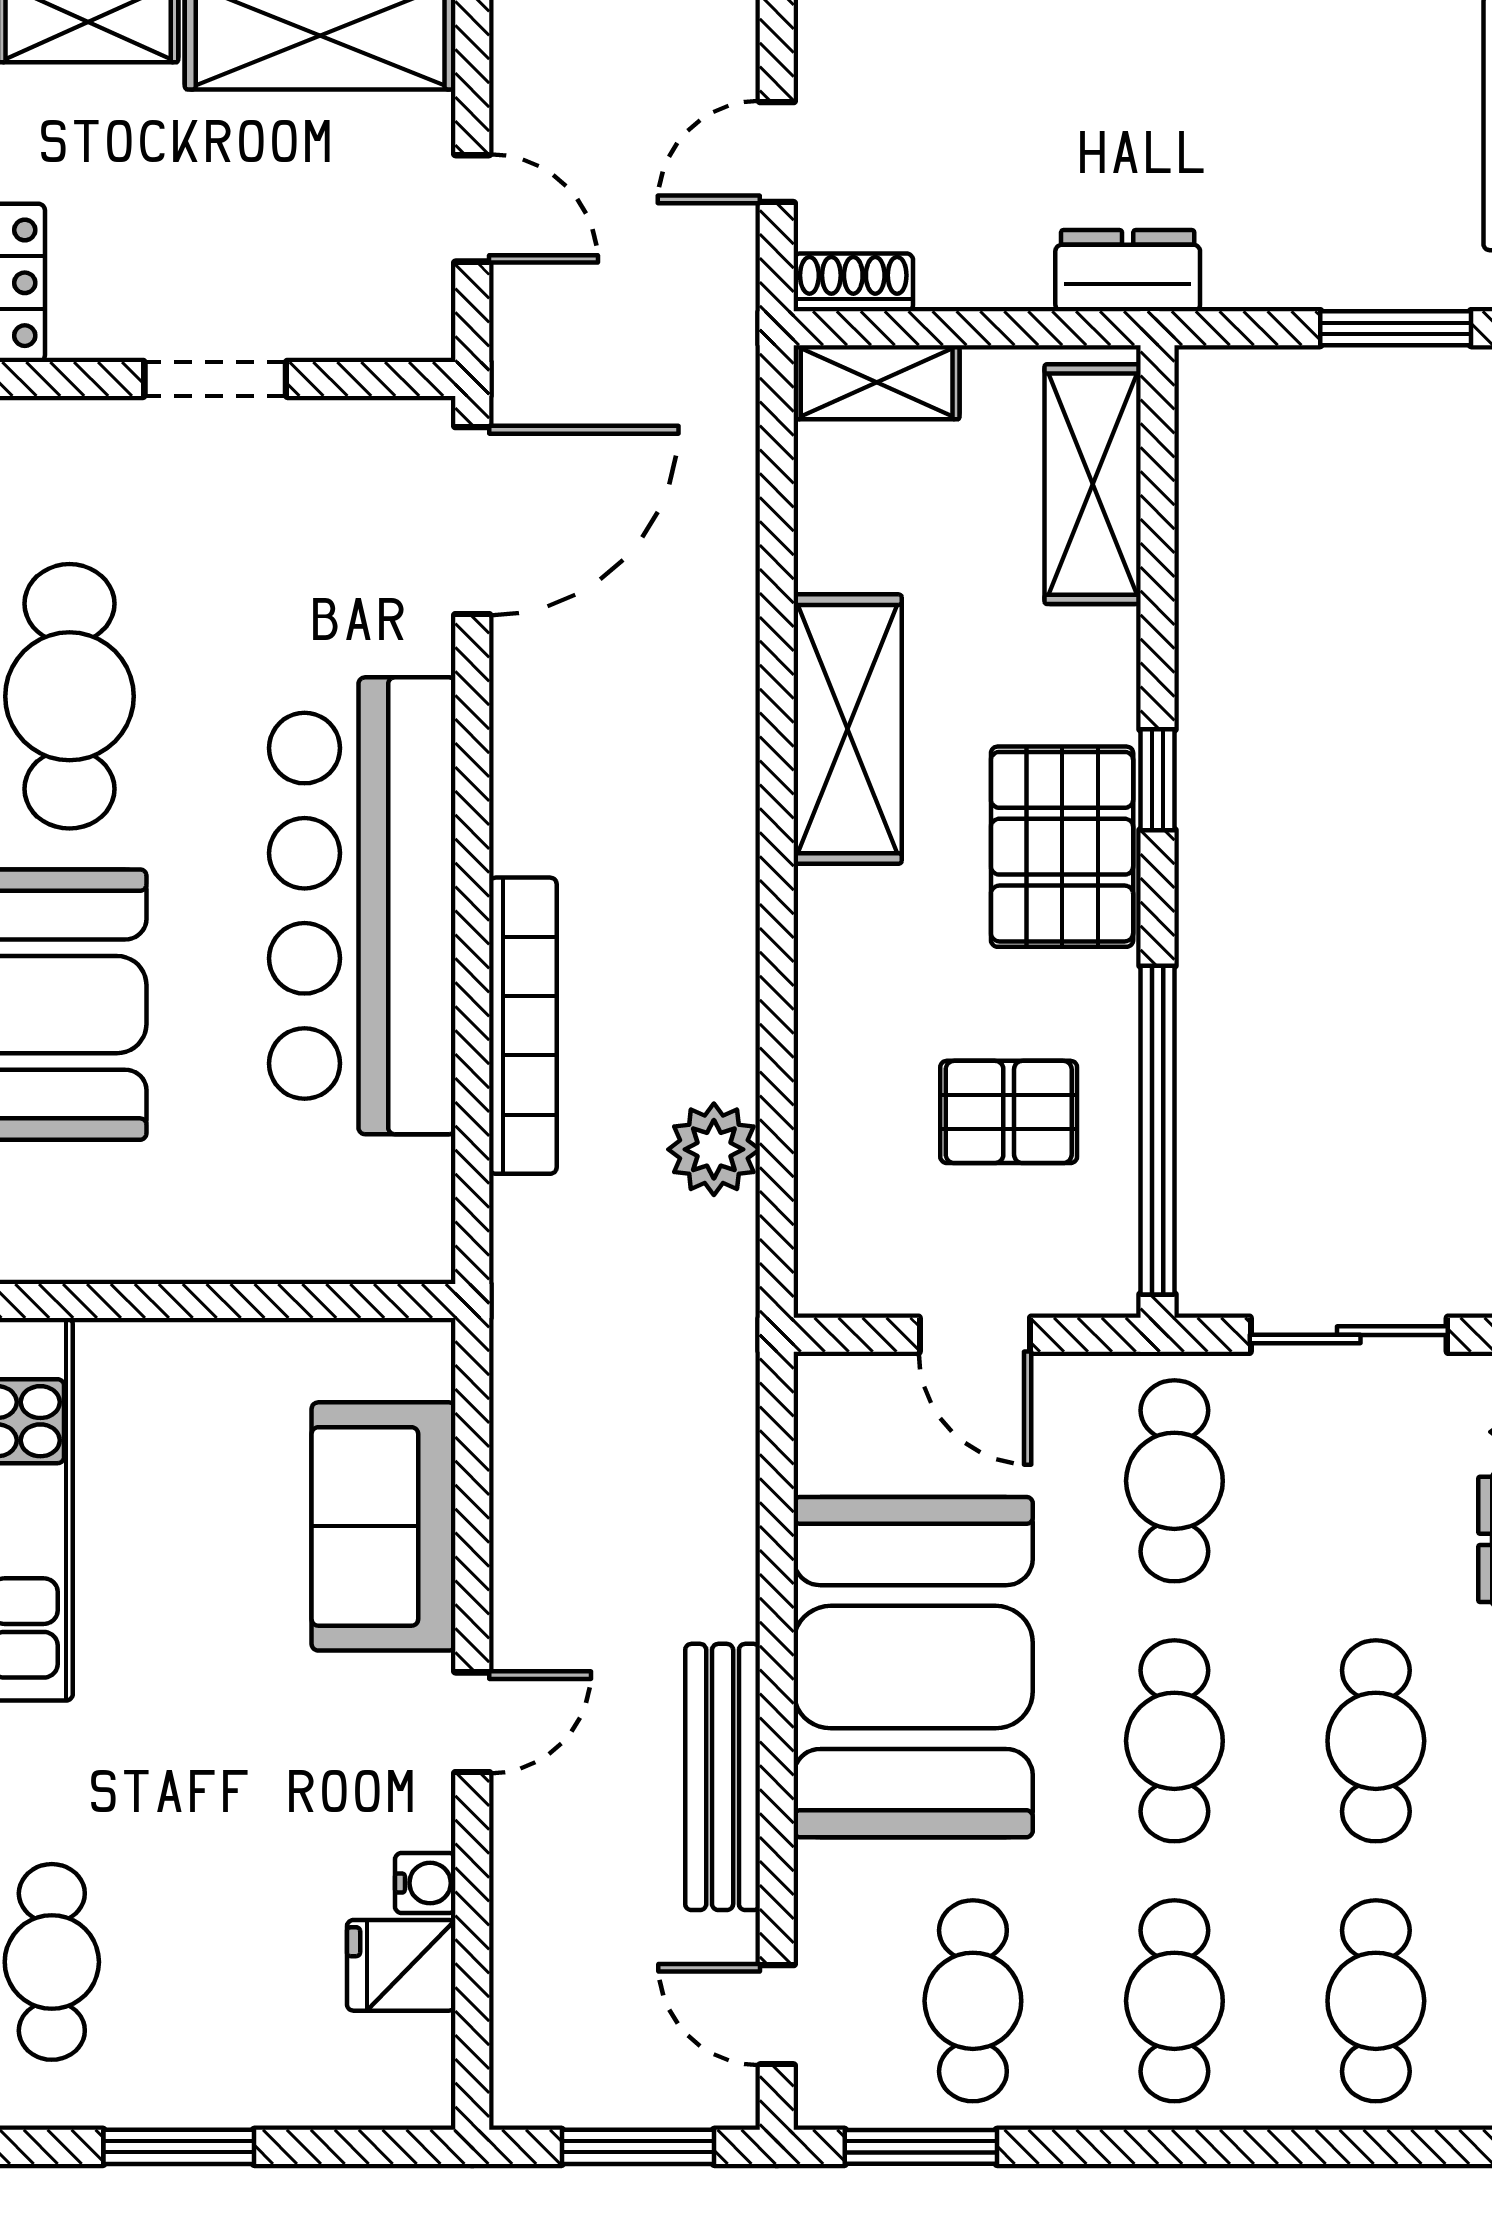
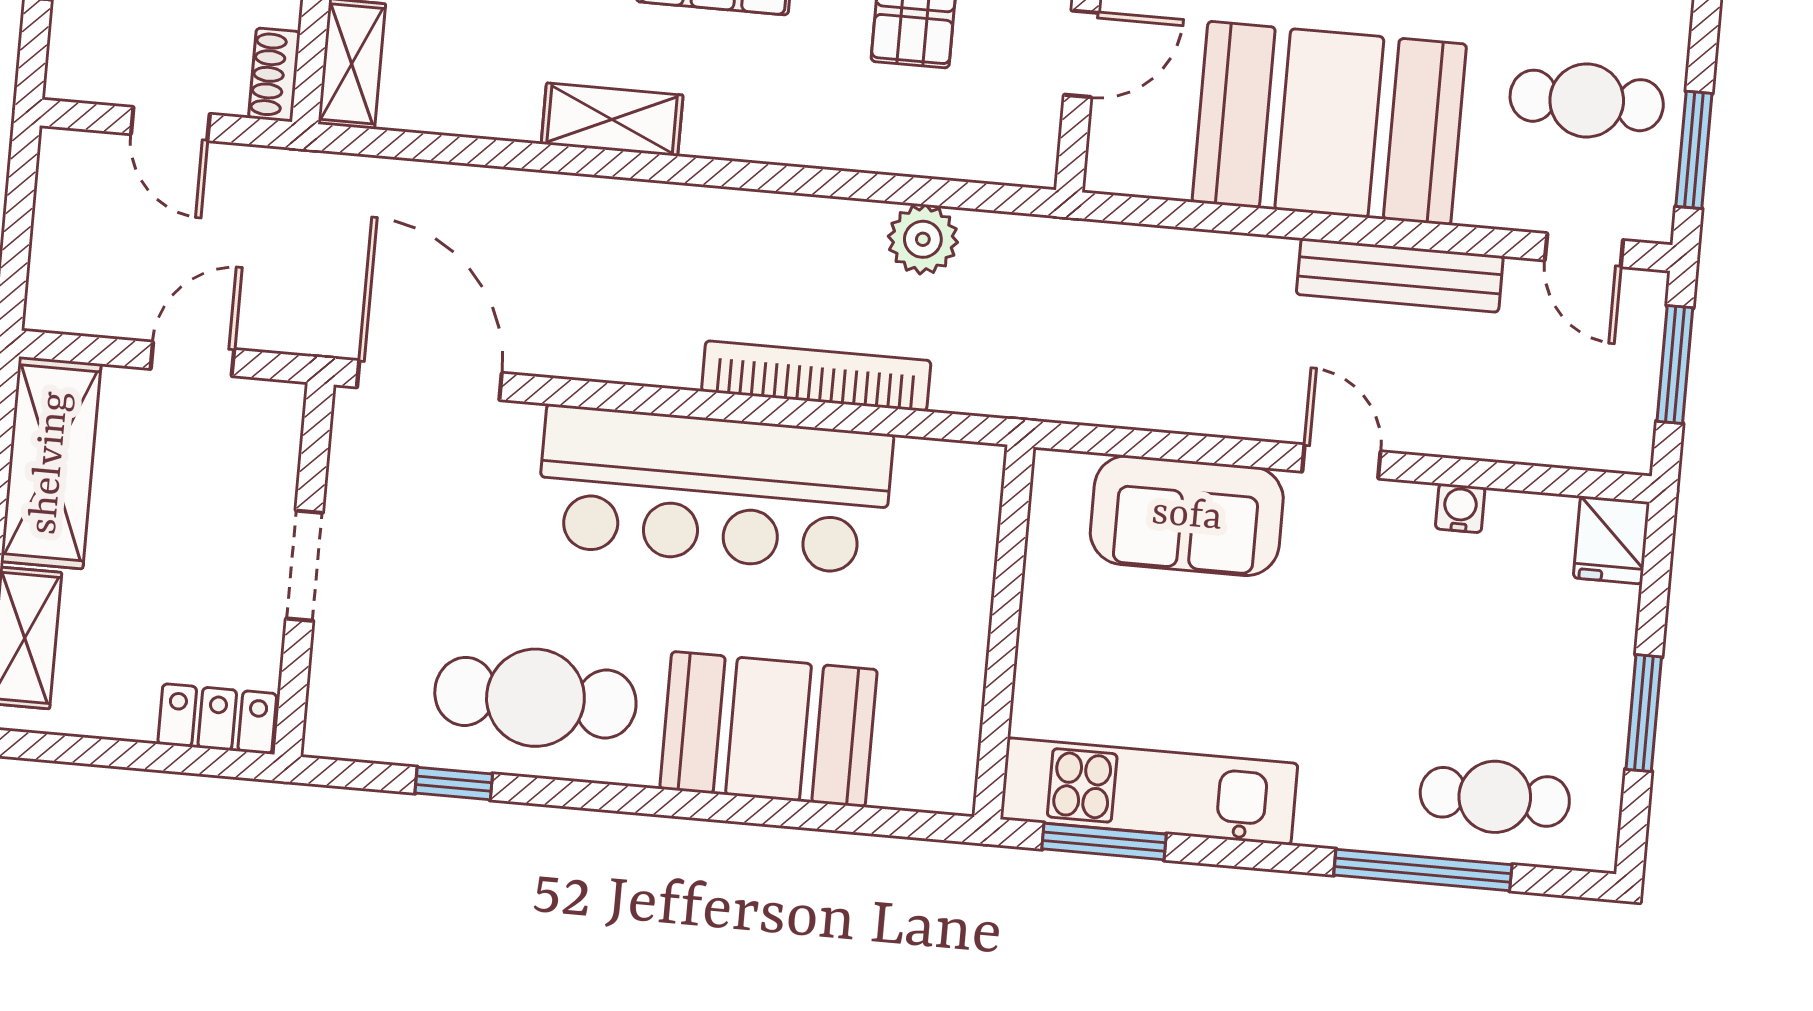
shelving: (848, 729) -> (612, 120), width x0.67, depth x0.75
fridge: (401, 1965) -> (1611, 540), moved
door: (777, 2015) -> (1584, 250), hinge flipped

